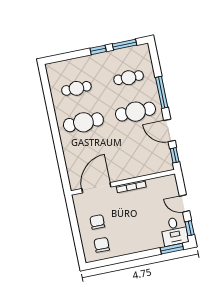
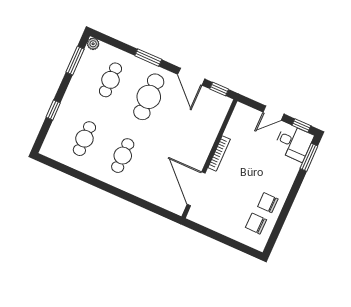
plant: (144, 49) -> (93, 44), added
window: (98, 50) -> (53, 110), moved
window: (162, 92) -> (148, 58), width x0.69
cafe table: (83, 122) -> (123, 156), width x0.73, depth x0.74
door: (170, 131) -> (191, 77), hinge flipped
chair: (97, 222) -> (268, 203), moved

